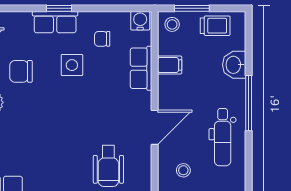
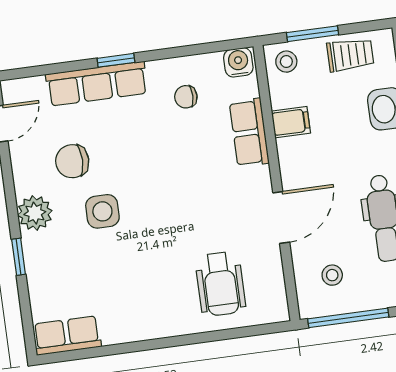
row of seats: (55, 22) -> (97, 84), width x1.48
side table: (72, 65) -> (102, 211), moved

